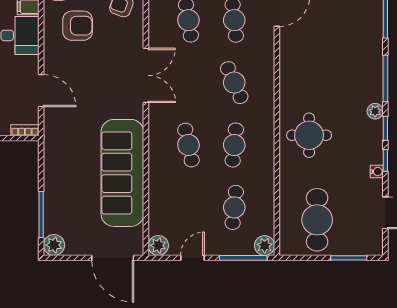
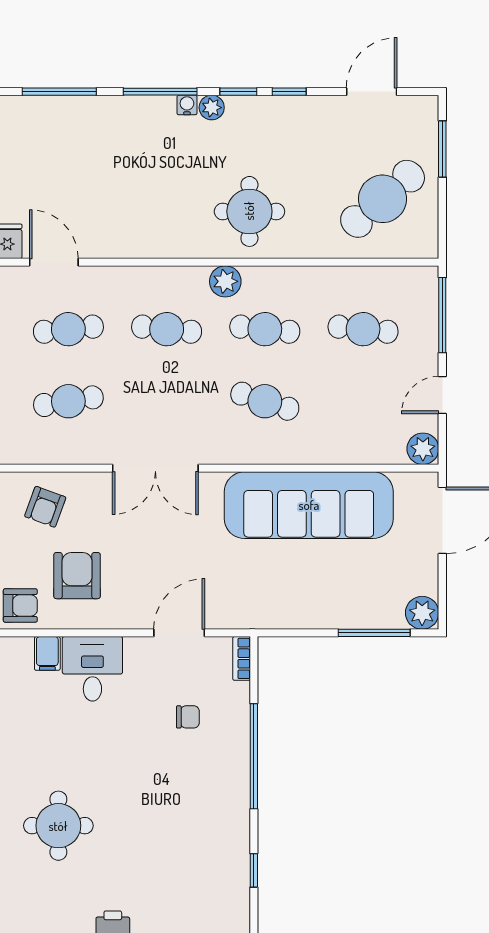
double door: (146, 75) -> (155, 468), swing flipped
cafe table: (234, 83) -> (167, 329), turned 30
cafe table: (188, 145) -> (265, 401), turned 30
water cooler: (377, 172) -> (187, 105), moved
cafe table: (317, 220) -> (383, 199), turned -41
plant: (265, 246) -> (225, 281), moved
door: (192, 258) -> (442, 395), hinge flipped

